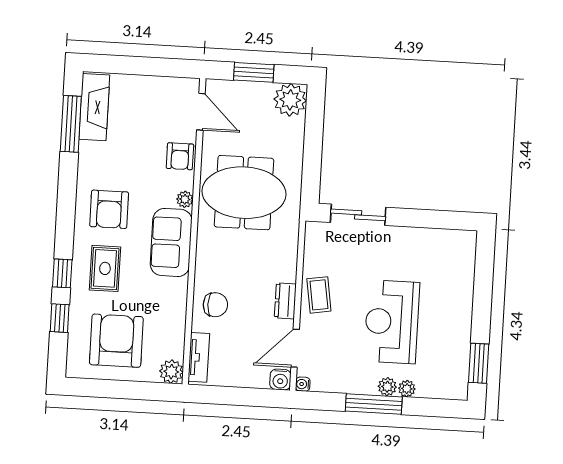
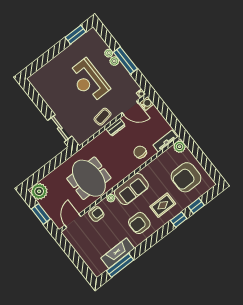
fireplace: (94, 107) -> (118, 253), moved
armchair: (109, 209) -> (139, 223), turned 180
reception desk: (392, 322) -> (89, 81), turned 90

